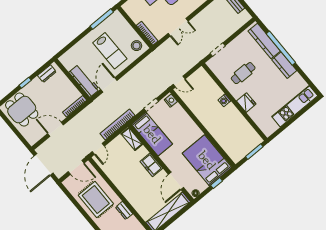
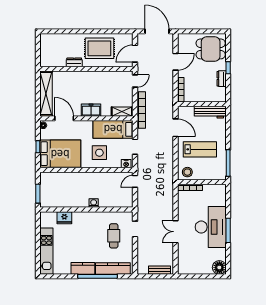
double door: (178, 27) -> (175, 232), moved
lab bench: (110, 51) -> (200, 149), turned 180
cafe table: (243, 73) -> (114, 236), moved
dresser: (47, 74) -> (222, 79), moved
workbench: (84, 81) -> (210, 112), moved
fridge: (246, 103) -> (64, 218), moved
side table: (180, 130) -> (99, 153), added
door: (98, 149) -> (135, 81), swing flipped

